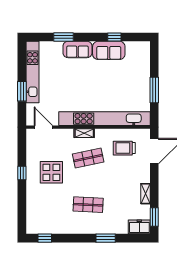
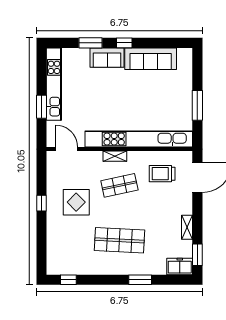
window: (114, 37) -> (124, 43), moved
sofa: (109, 50) -> (151, 59), width x1.36
shop shelf: (88, 205) -> (119, 240), width x1.43, depth x1.36

